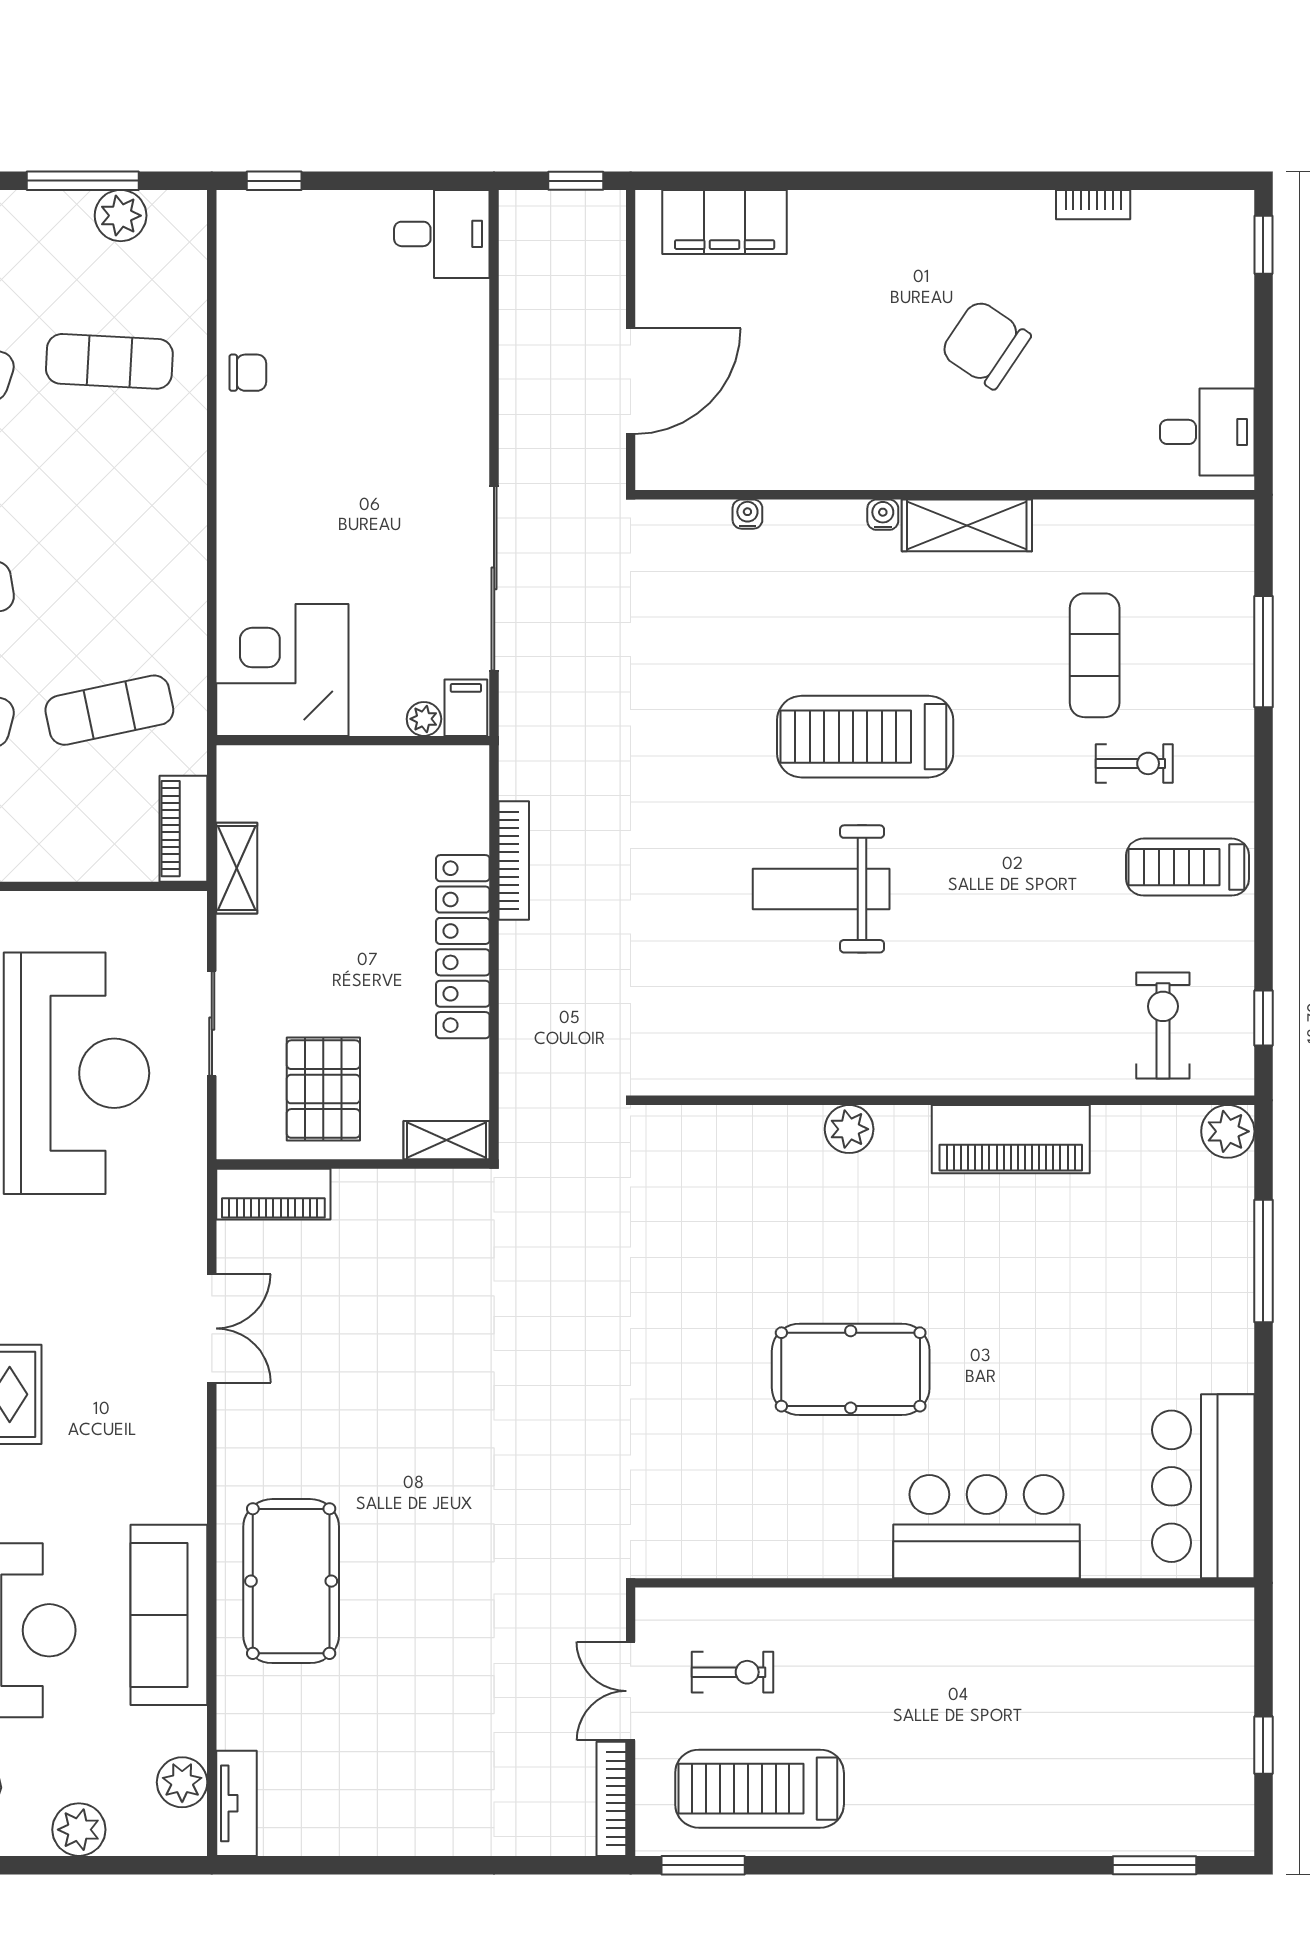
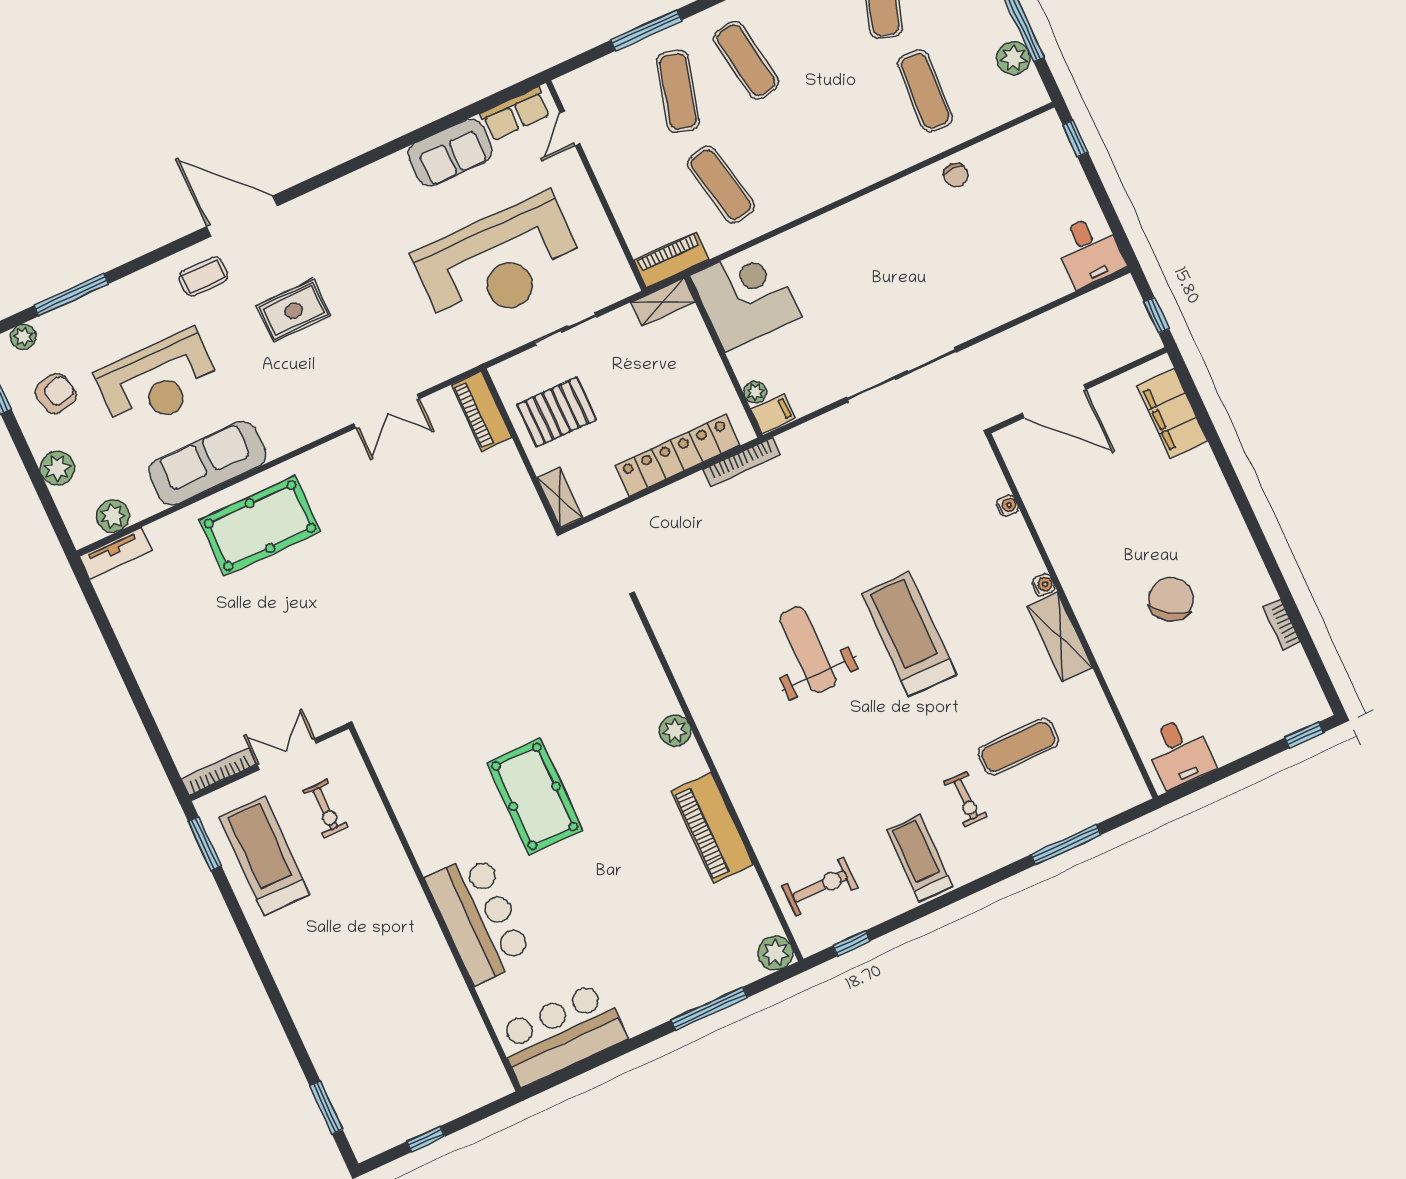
corner desk: (282, 670) -> (746, 296), moved
filing cabinet: (466, 708) -> (773, 414), moved
plant: (424, 719) -> (755, 392), moved
wall: (353, 741) -> (723, 356), moved

